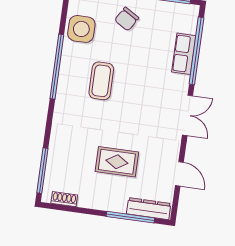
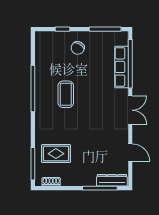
side table: (81, 29) -> (47, 59), removed
row of seats: (184, 54) -> (122, 67), width x1.48
rug: (117, 162) -> (56, 154), moved

